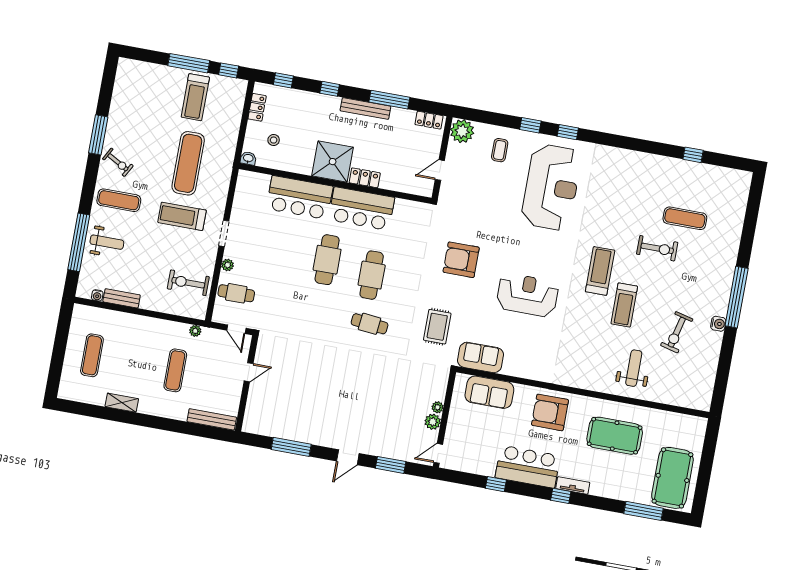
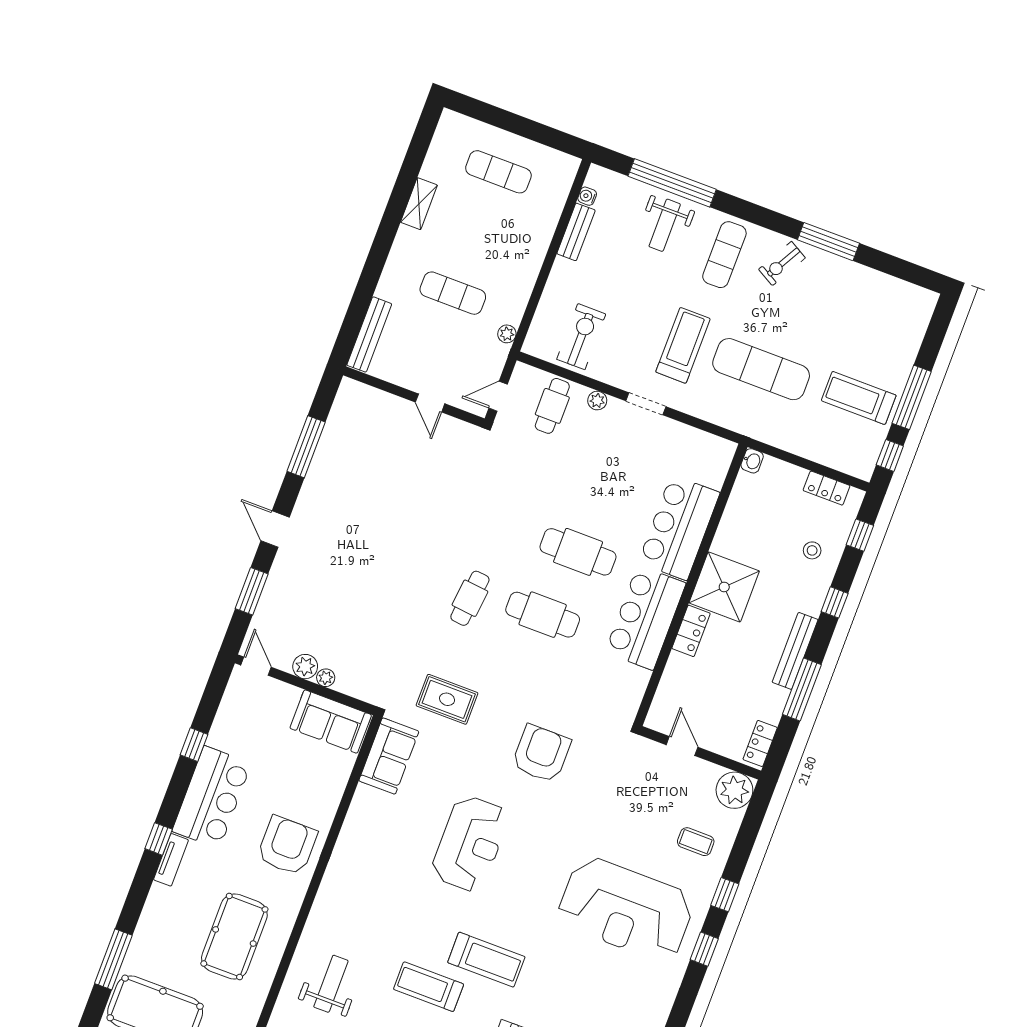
stool: (274, 140) -> (812, 550), moved
weight bench: (634, 368) -> (331, 984), turned -90
sofa: (489, 392) -> (331, 722), moved, turned -90

